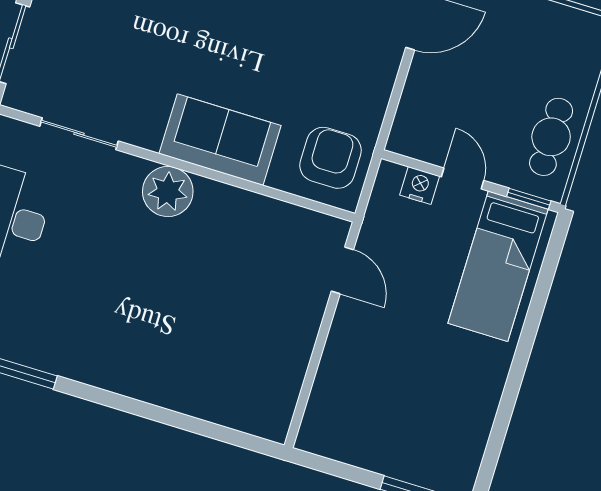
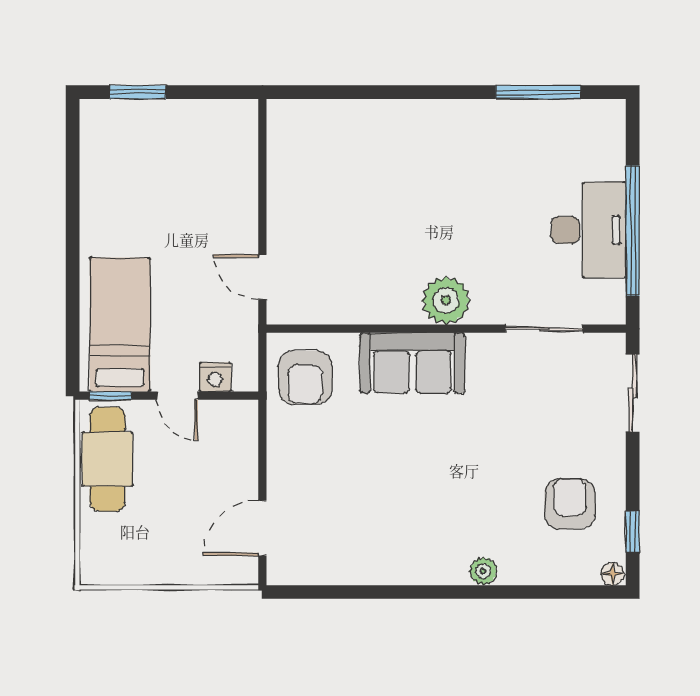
cafe table: (551, 137) -> (107, 459), width x1.37, depth x1.35

